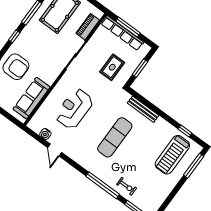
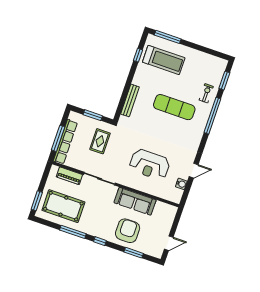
rug: (112, 67) -> (100, 141), turned 90
sofa: (32, 98) -> (135, 201), moved
exercise mat: (115, 137) -> (174, 107), moved

